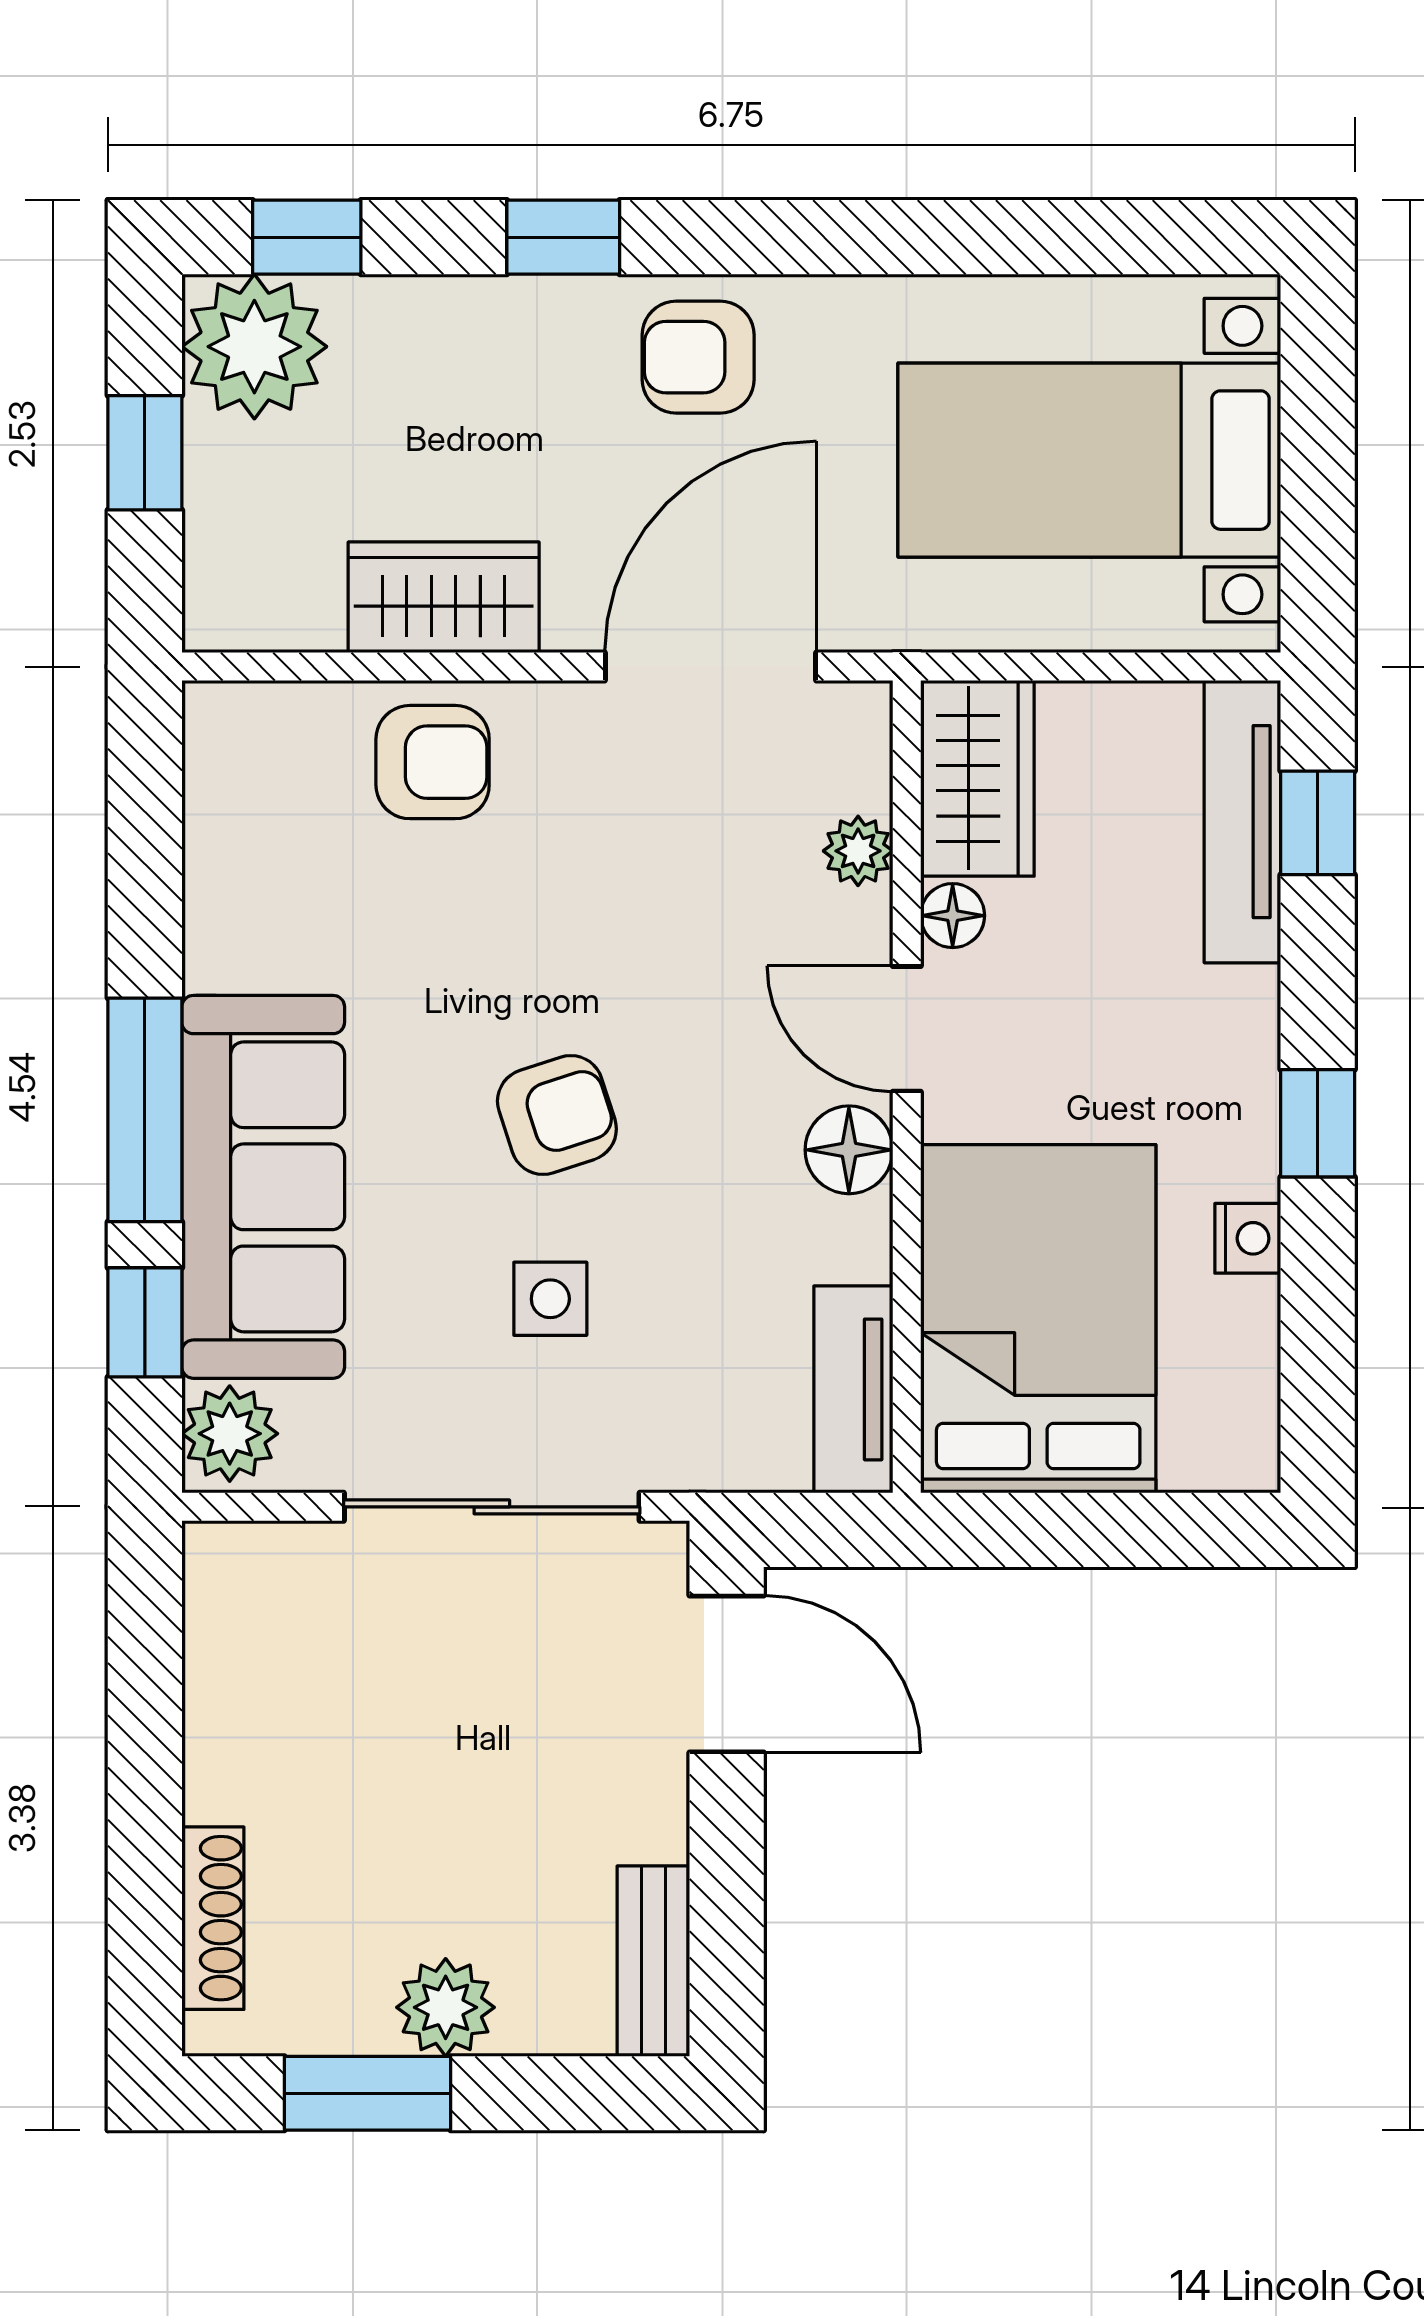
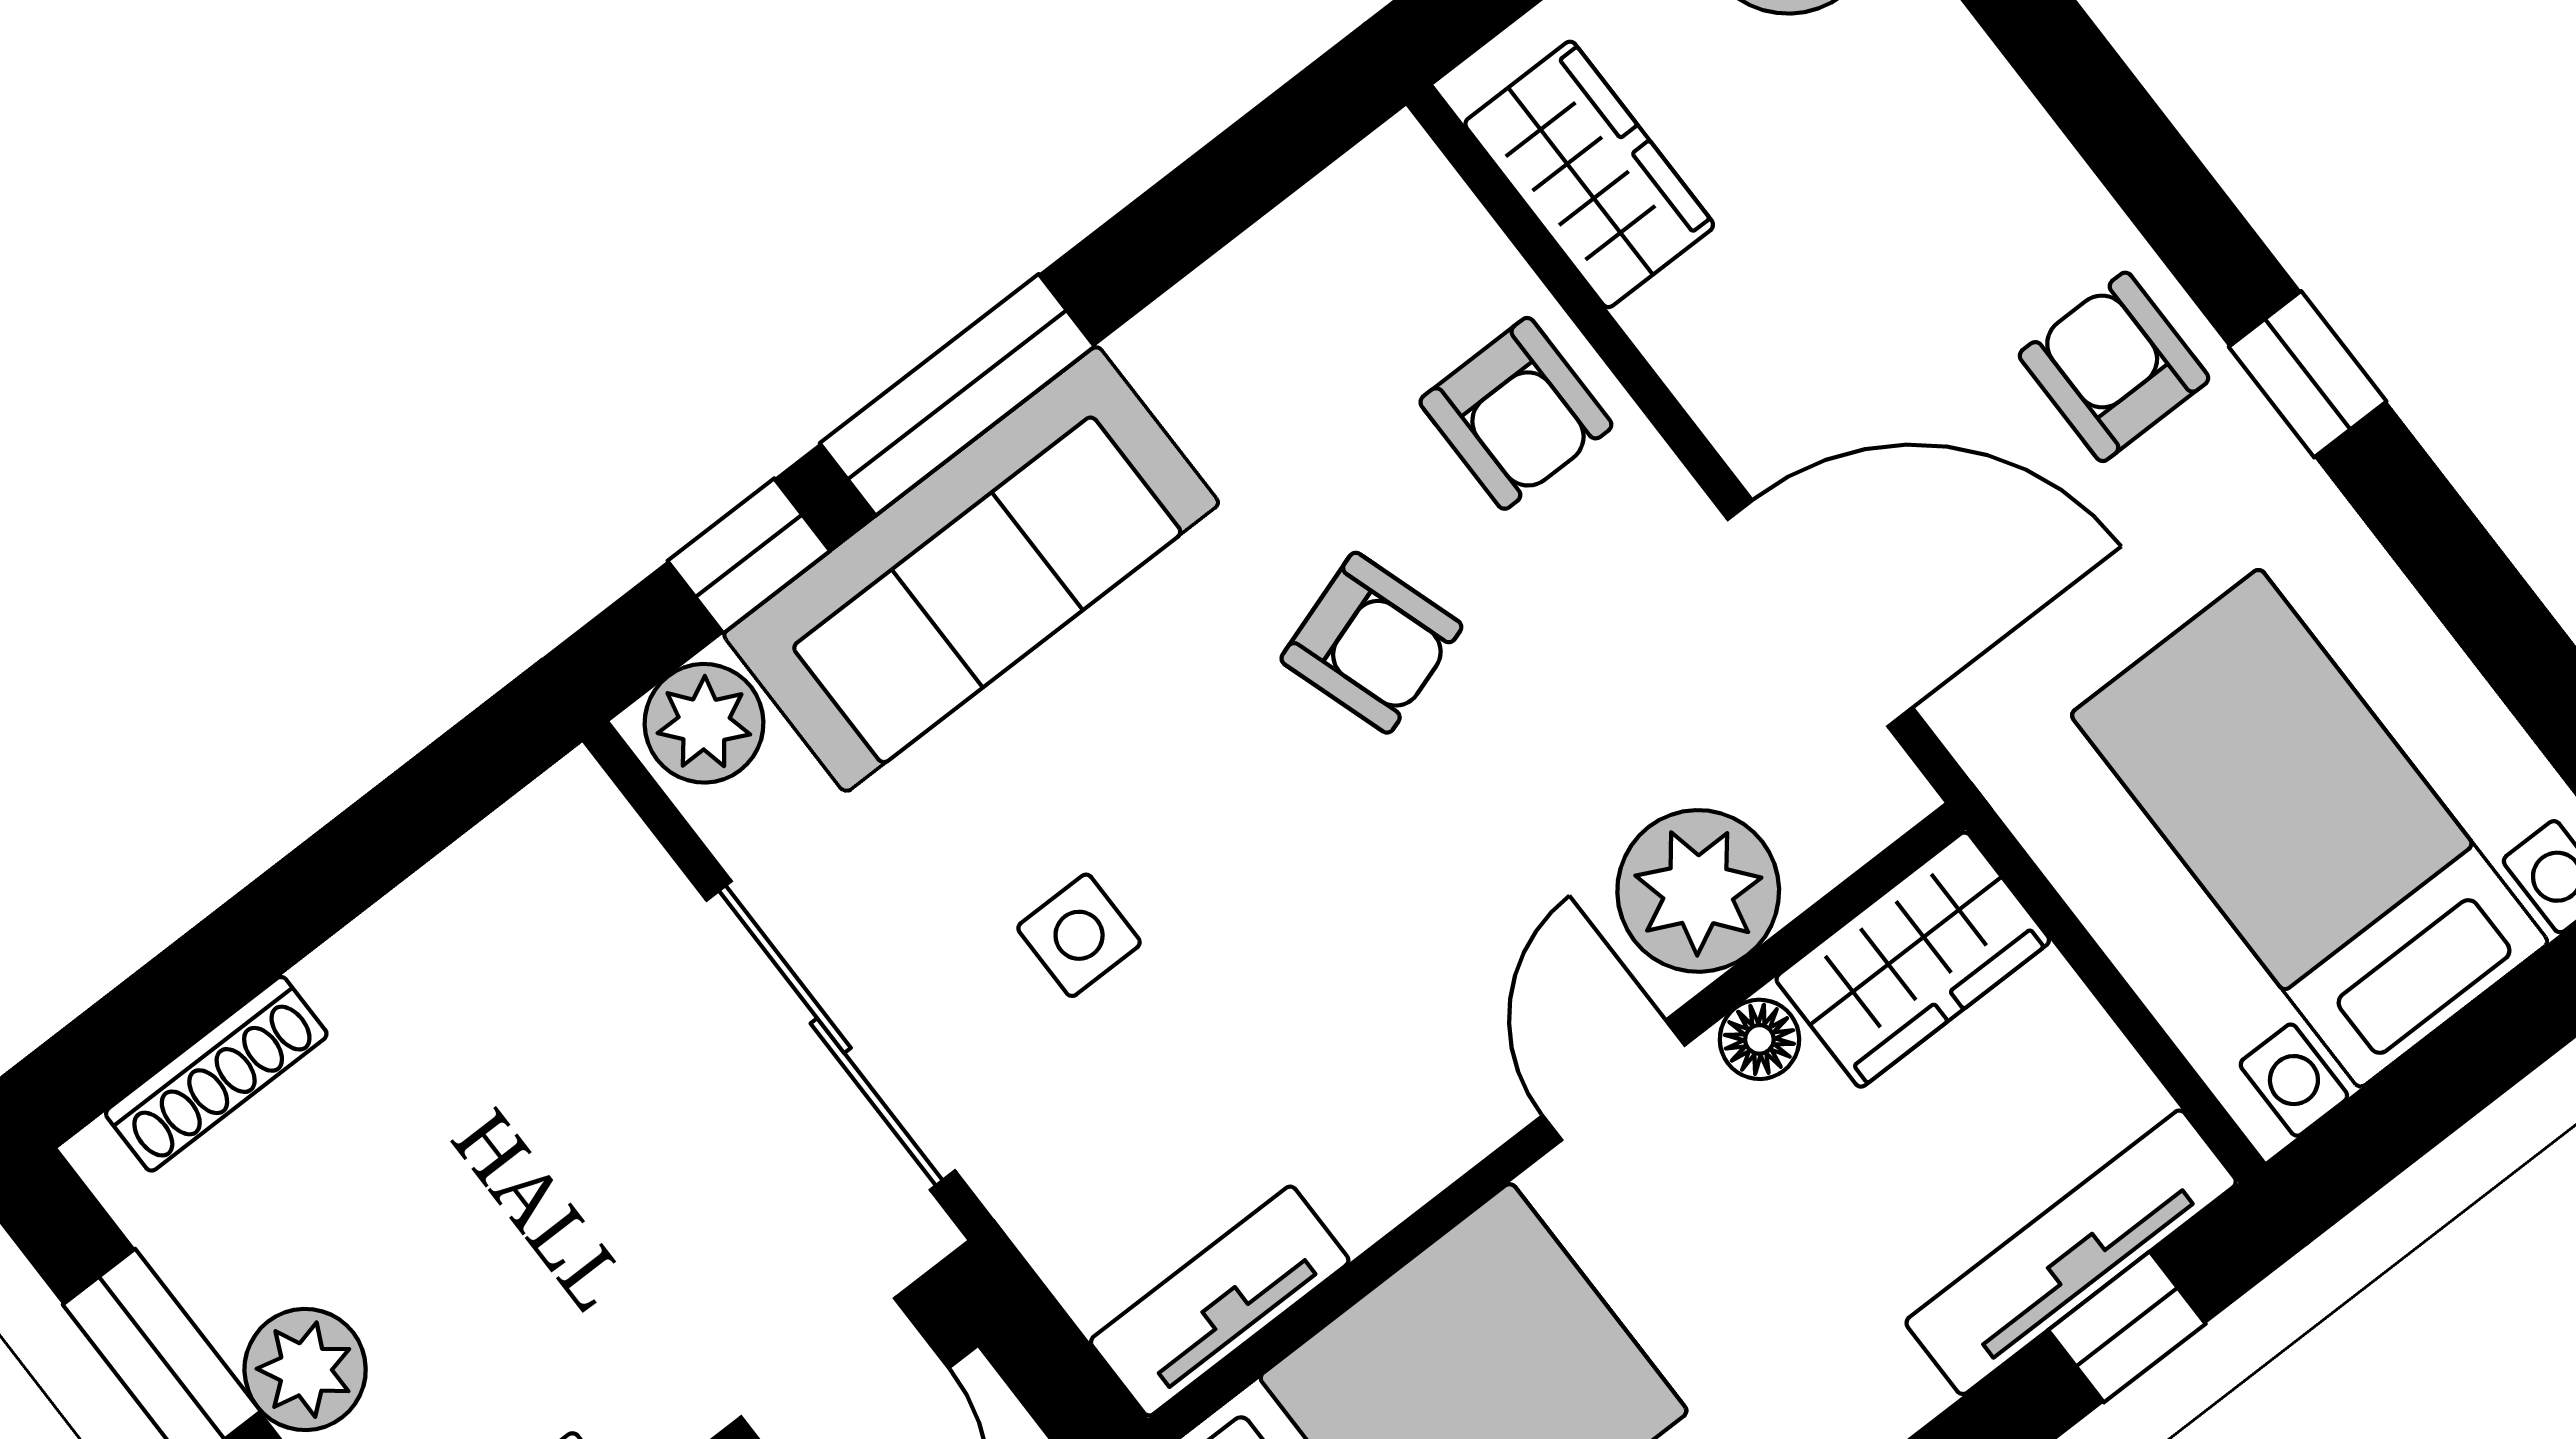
window: (563, 237) -> (2308, 374), moved
wardrobe: (444, 597) -> (1589, 174), moved
plant: (858, 851) -> (1698, 891), width x1.88, depth x1.88
armchair: (557, 1115) -> (1371, 643), moved
floor lamp: (849, 1150) -> (1451, 1115), removed

